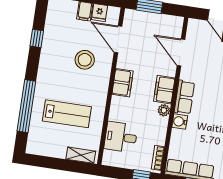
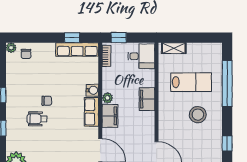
stool: (85, 60) -> (198, 115), moved
filing cabinet: (123, 83) -> (147, 99), moved
lab bench: (67, 114) -> (191, 82), turned 180
desk: (121, 137) -> (141, 56), moved

